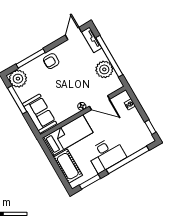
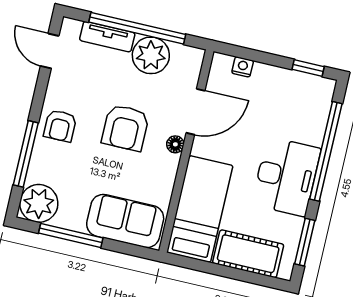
tv unit: (92, 40) -> (107, 37), moved
armchair: (71, 84) -> (125, 128), added

